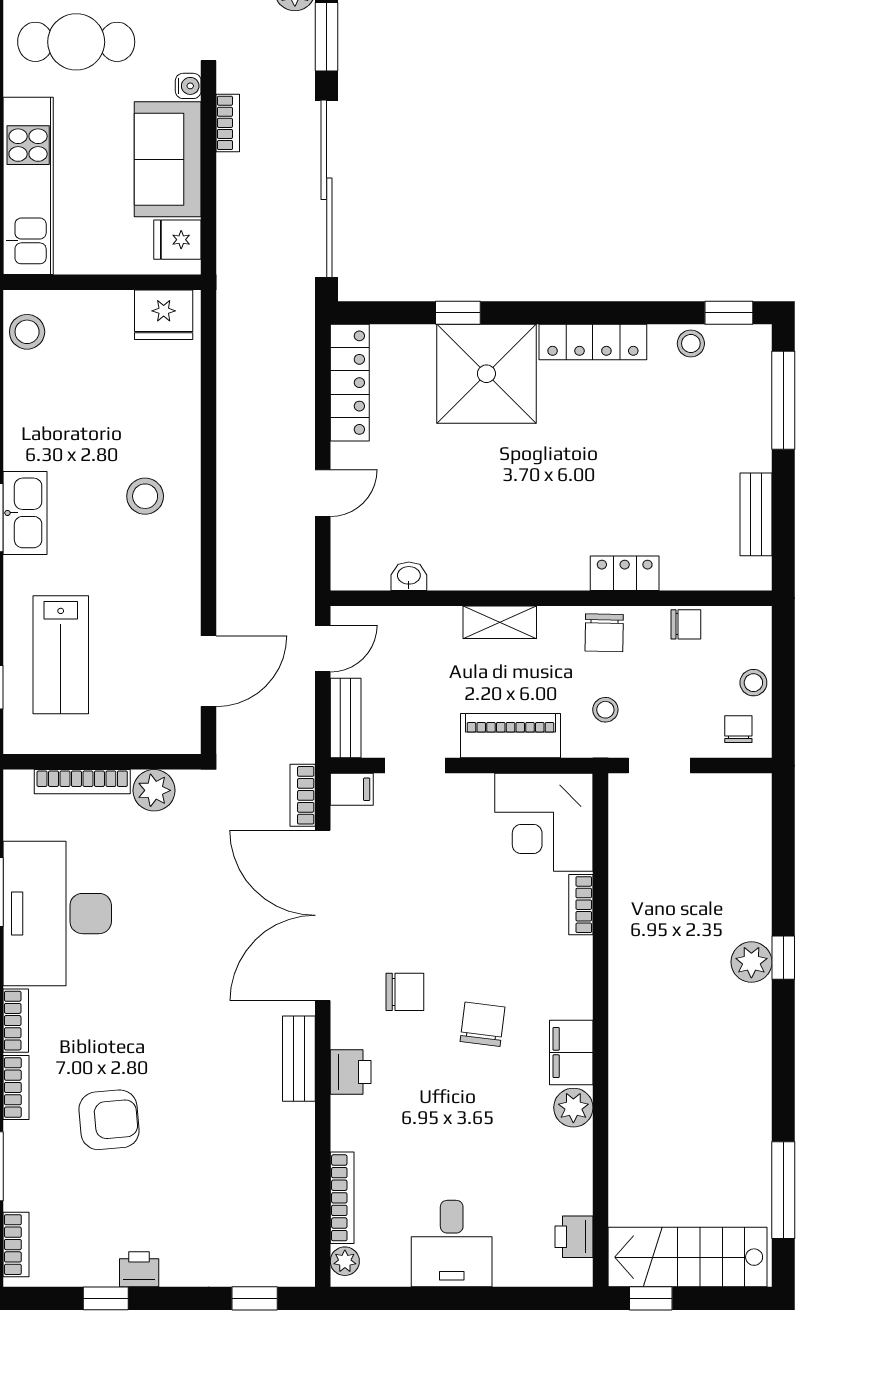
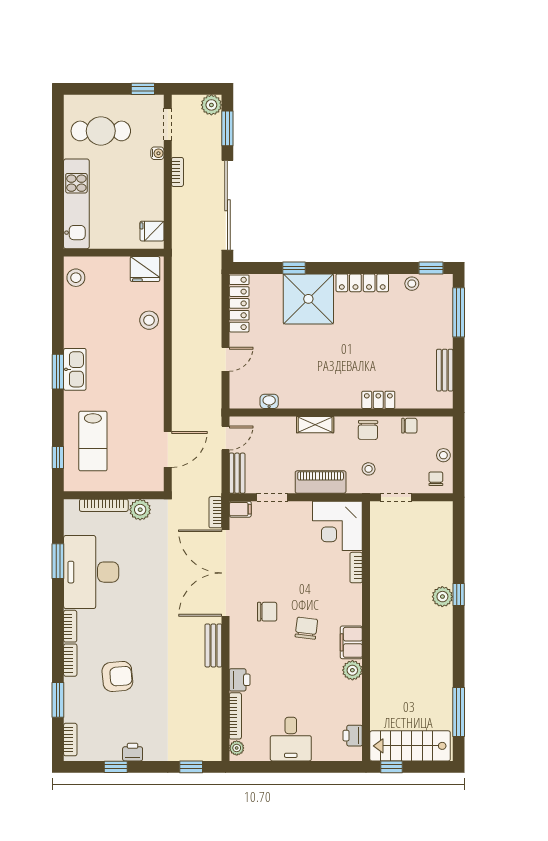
sofa: (168, 159) -> (147, 190), removed
stool: (145, 496) -> (149, 320), moved
printer: (351, 1072) -> (240, 680), moved

